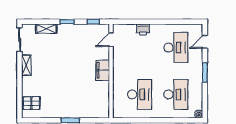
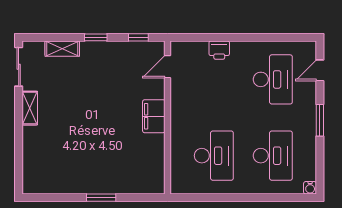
pallet: (31, 103) -> (38, 170), removed

